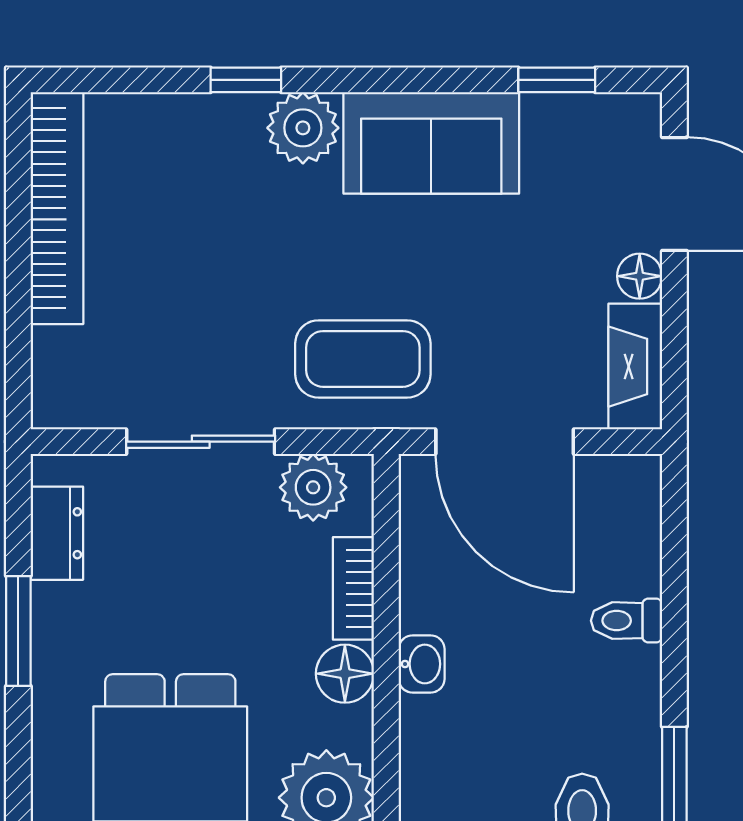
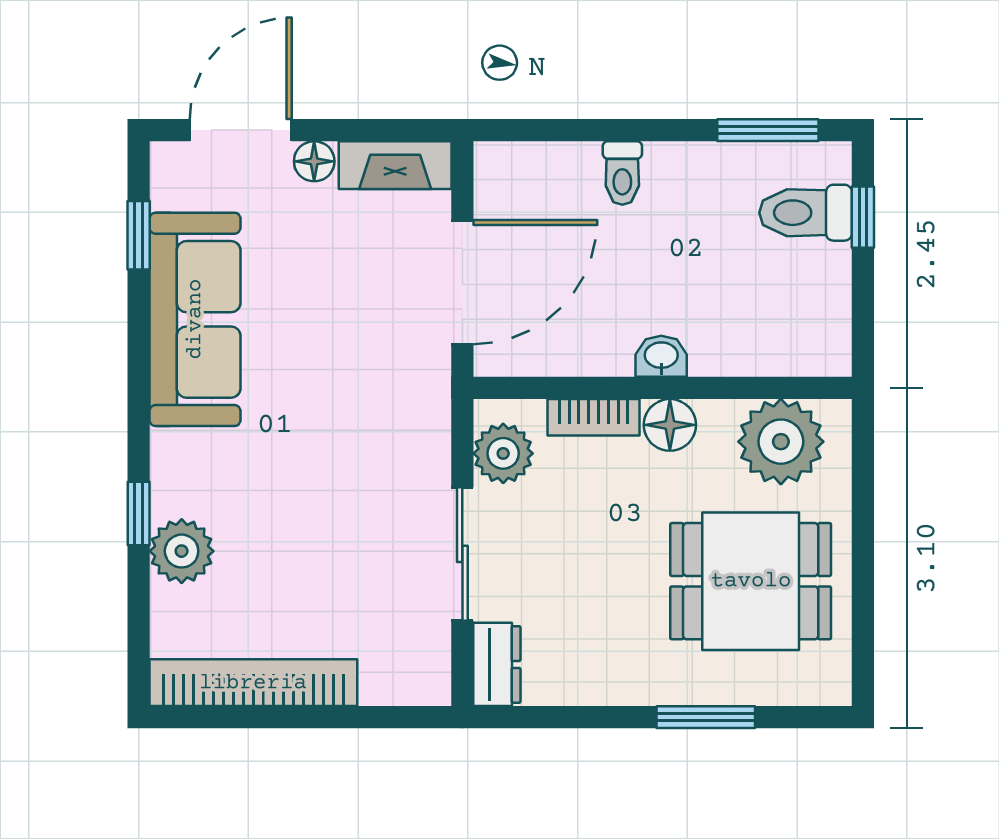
plant: (303, 128) -> (182, 551), moved
sofa: (431, 143) -> (195, 319), width x1.36
coffee table: (363, 359) -> (388, 409), removed
dresser: (57, 533) -> (497, 664), moved, turned 90
window: (18, 631) -> (706, 717), moved

